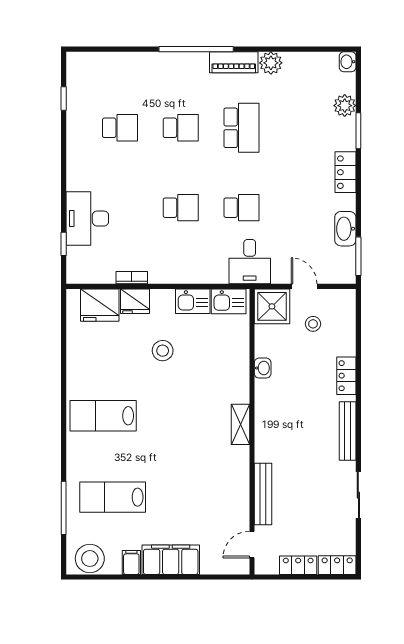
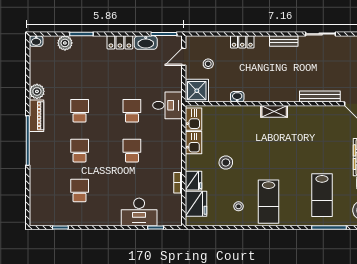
school desk: (241, 128) -> (80, 111), width x0.54
locker: (346, 172) -> (120, 42), moved
door: (304, 286) -> (184, 57), moved
stool: (96, 370) -> (238, 206), added
bench: (348, 431) -> (284, 41), width x0.73

